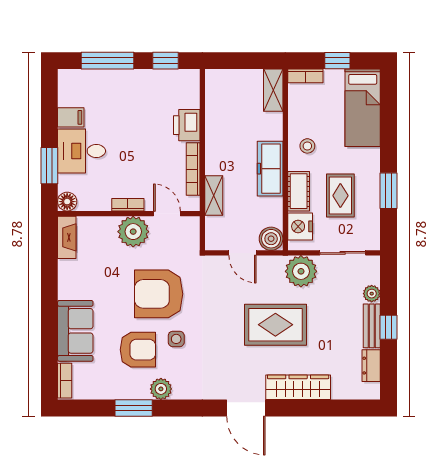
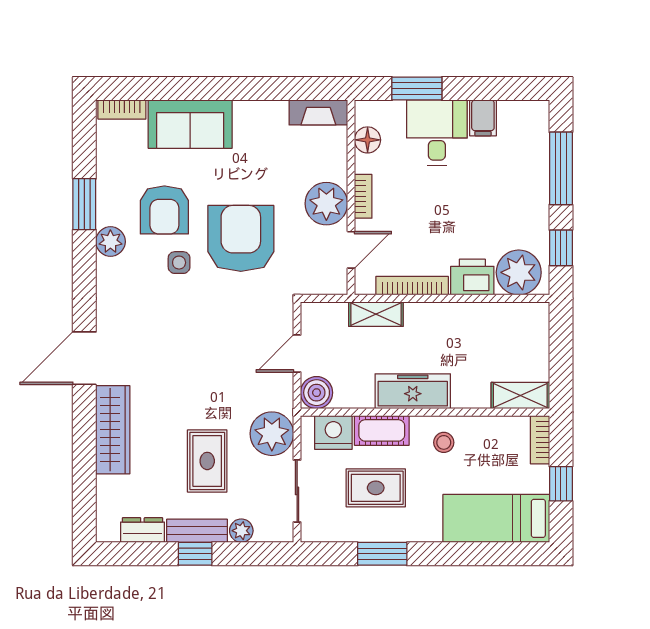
plant: (183, 91) -> (519, 272), added
floor lamp: (67, 202) -> (368, 140), moved
rug: (275, 325) -> (207, 461), moved, width x0.73, depth x0.70

